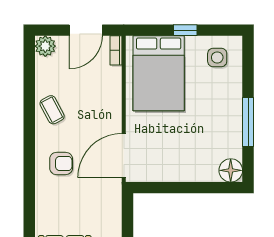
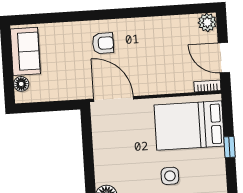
side table: (217, 57) -> (170, 176), moved
coffee table: (52, 110) -> (151, 32), removed
armchair: (61, 163) -> (103, 43), turned -90

